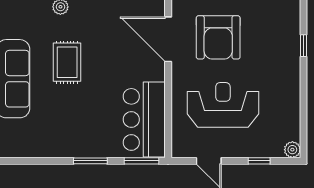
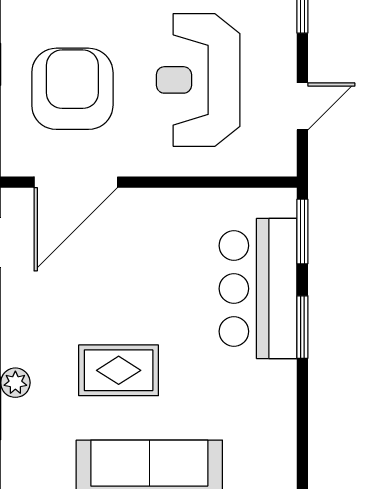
armchair: (218, 37) -> (72, 89), turned -90
bar counter: (144, 119) -> (258, 289), moved, turned 90

